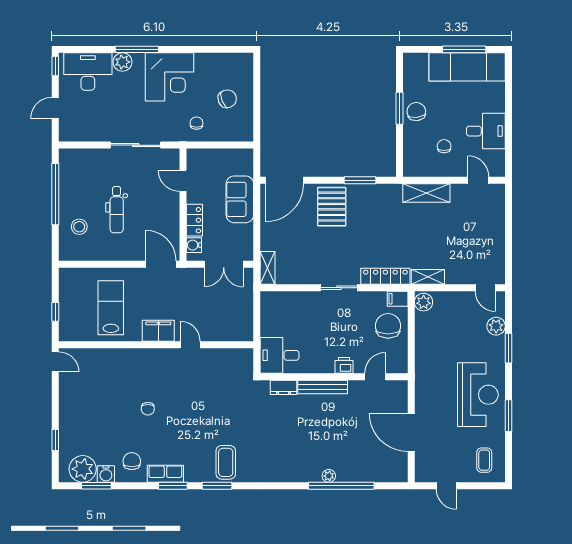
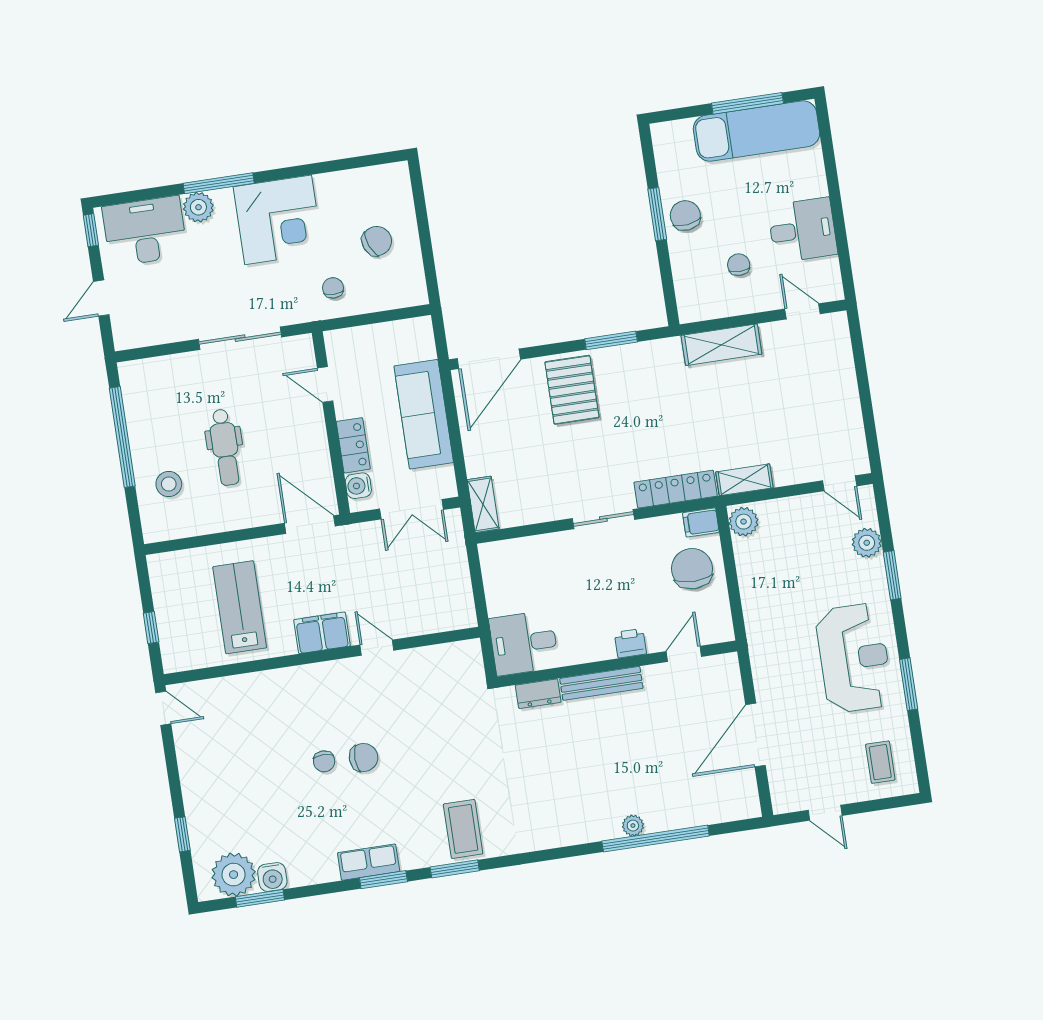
sofa: (240, 199) -> (424, 414), width x1.36
door: (411, 432) -> (755, 735), hinge flipped
chair: (132, 461) -> (364, 757), moved, turned 88

